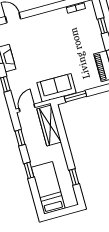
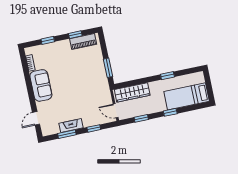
sofa: (57, 88) -> (41, 85), moved, turned 180
window: (74, 177) -> (167, 76), moved

